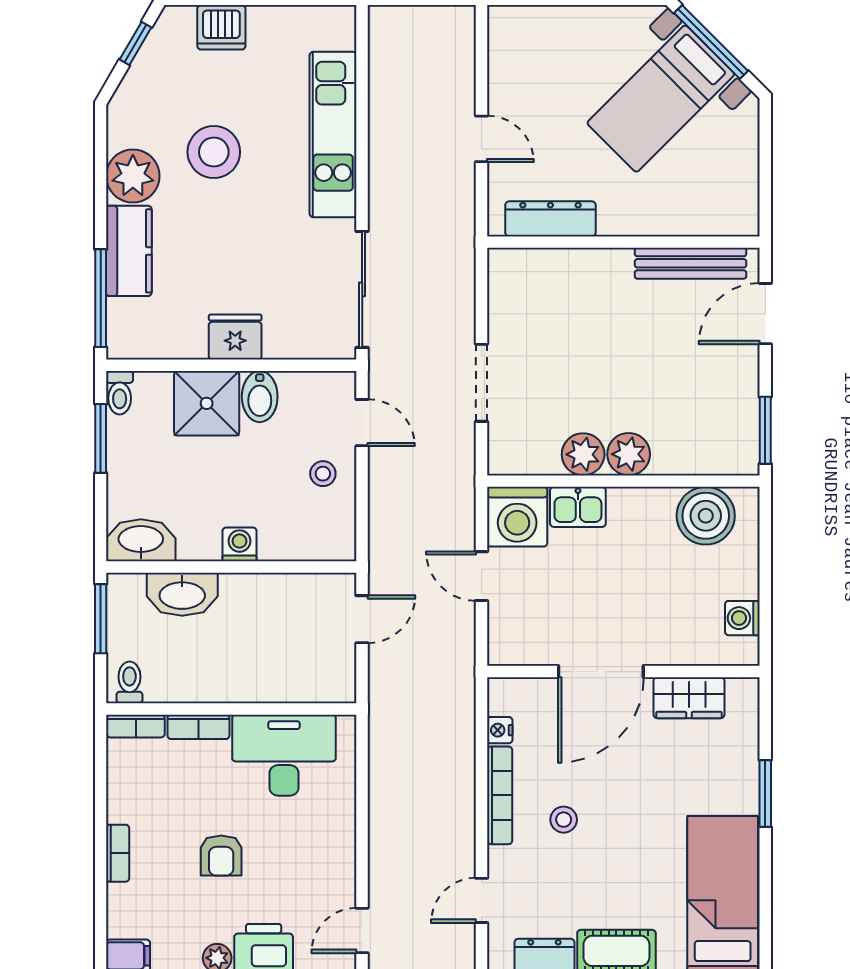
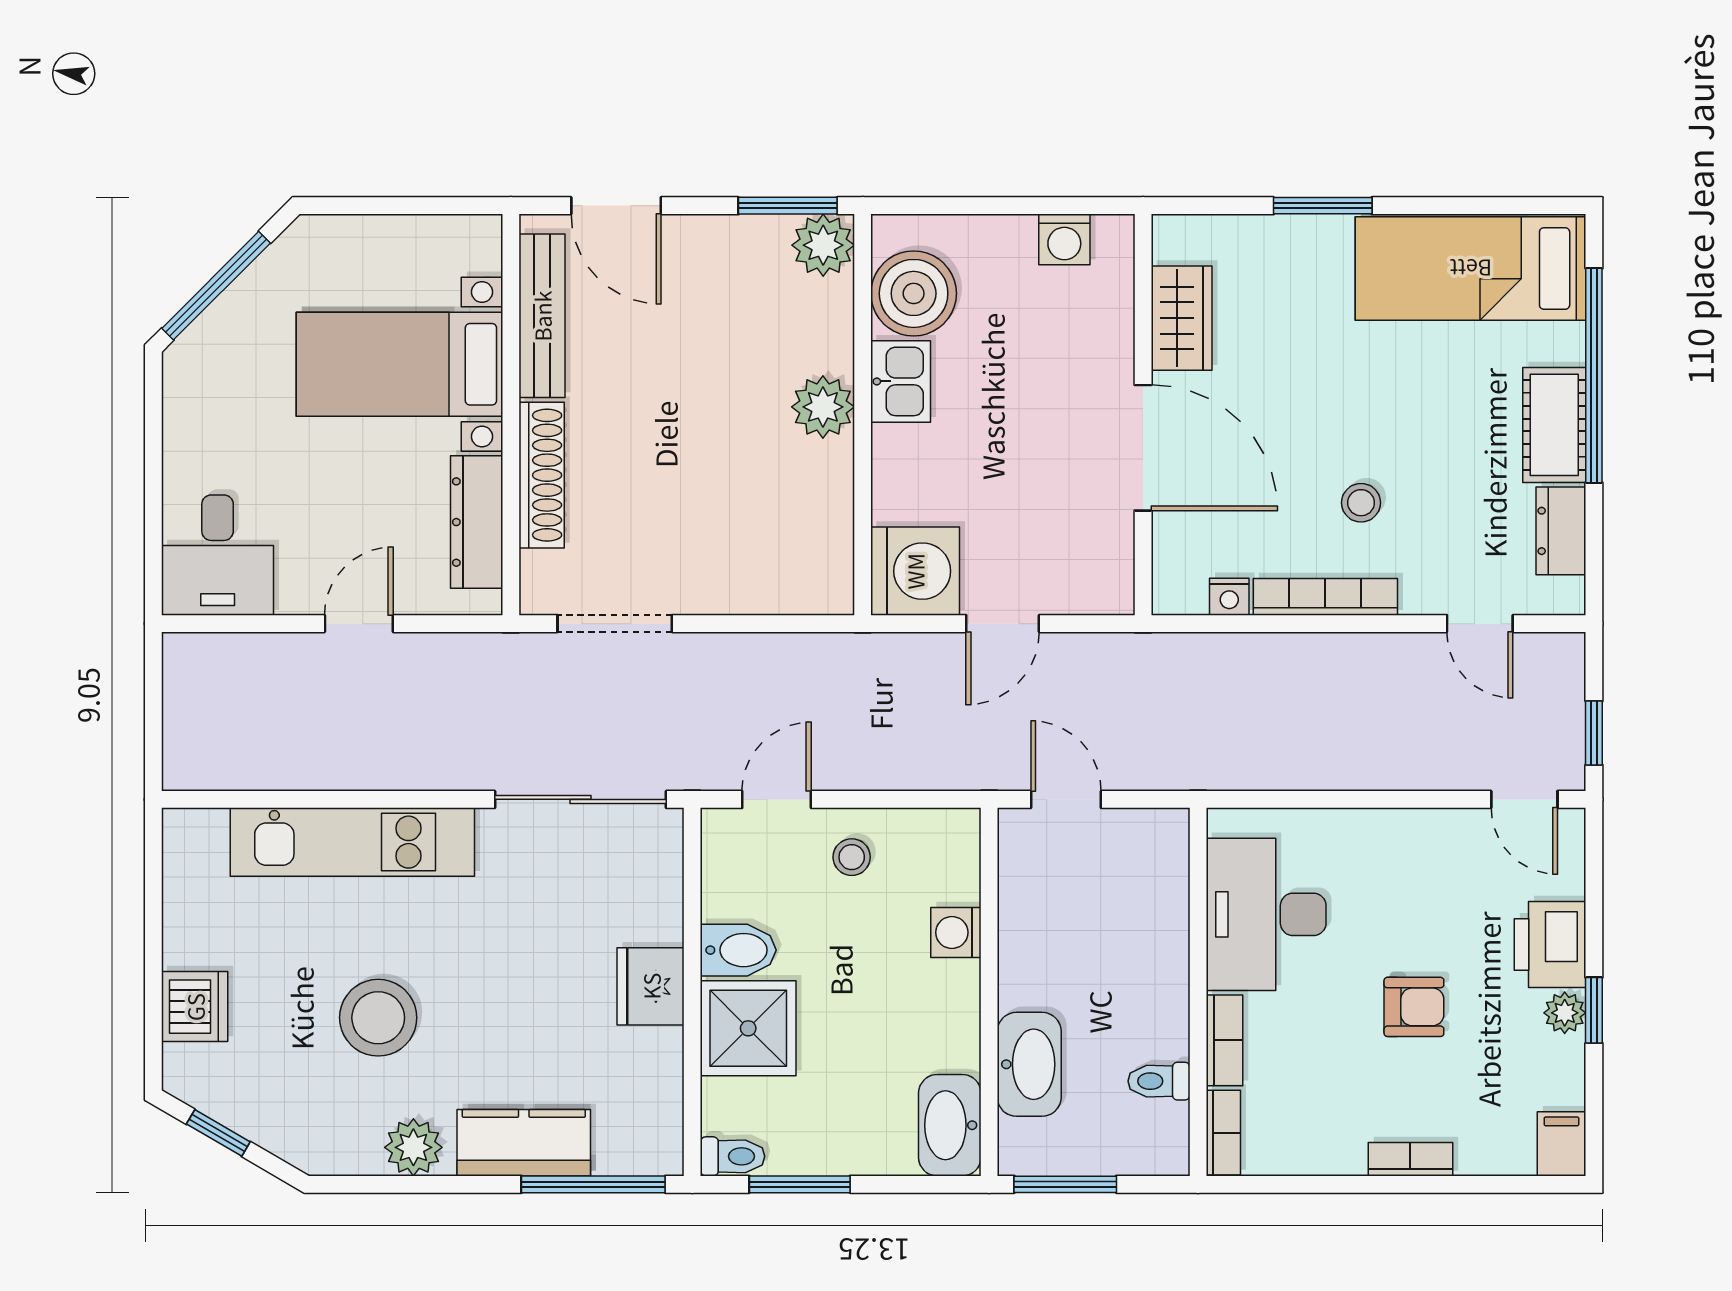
desk: (528, 43) -> (218, 555), added
bed with nightstands: (661, 99) -> (400, 364), moved, turned 135
plant: (133, 176) -> (413, 1147), width x0.73, depth x0.73
shoe rack: (582, 263) -> (542, 475), added
doorway: (482, 383) -> (615, 624), moved
plant: (583, 454) -> (823, 245), moved
kitchen sink: (578, 507) -> (901, 381), moved
washing machine: (239, 544) -> (956, 932), moved
toilet: (129, 682) -> (1159, 1081), moved

